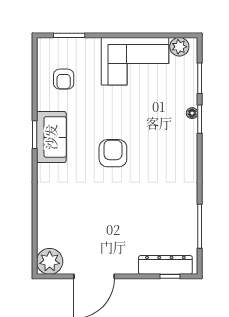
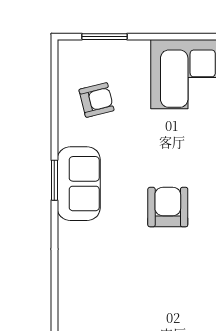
armchair: (64, 79) -> (97, 100), turned -104

